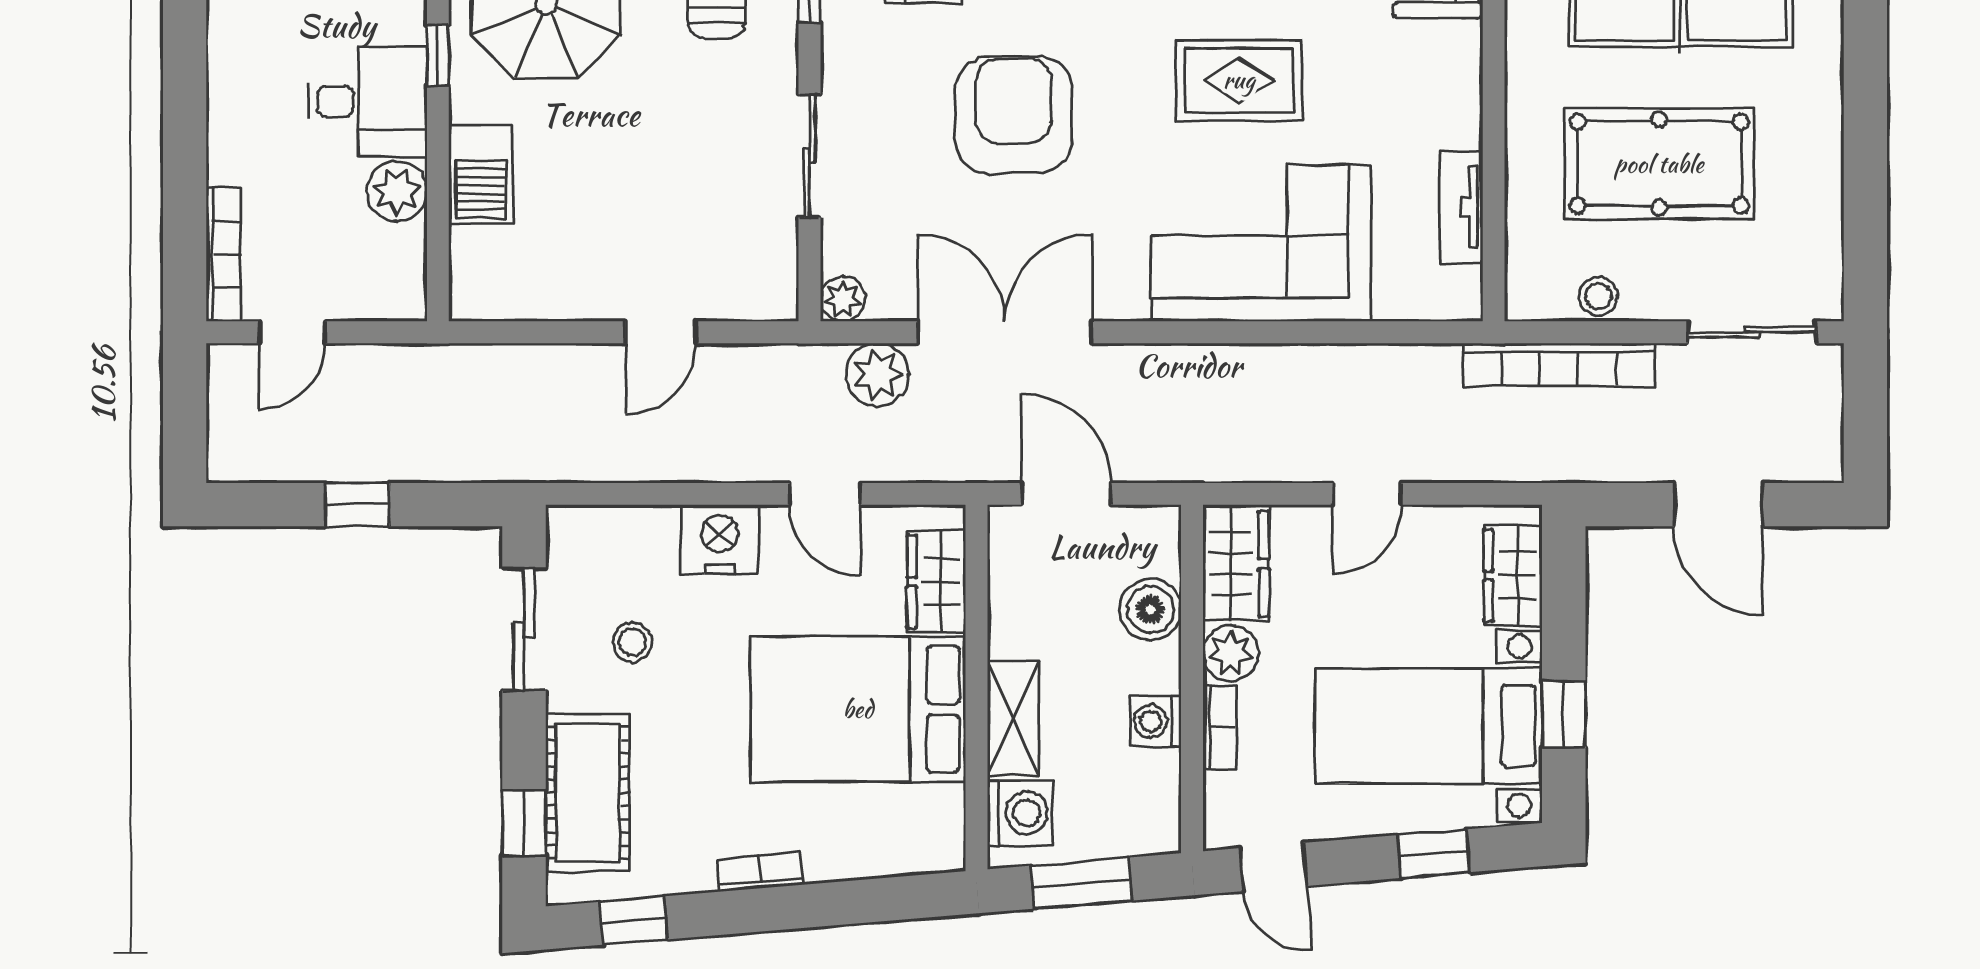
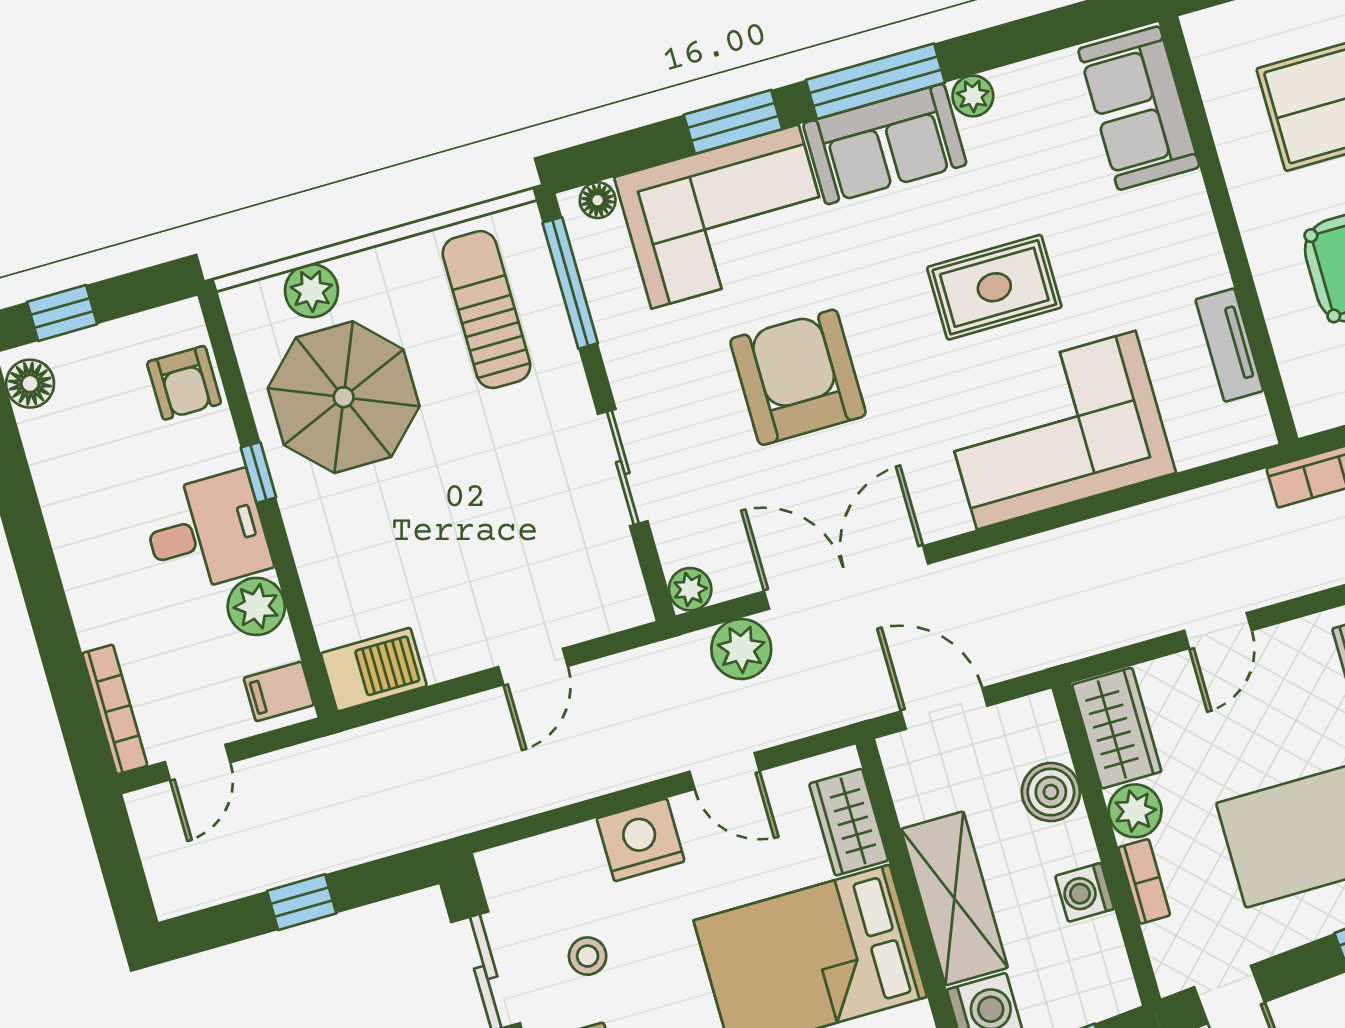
barbecue: (481, 175) -> (374, 670), moved, turned -90
filing cabinet: (395, 284) -> (279, 691), added
shelving: (1013, 718) -> (954, 898), width x1.50, depth x1.33

